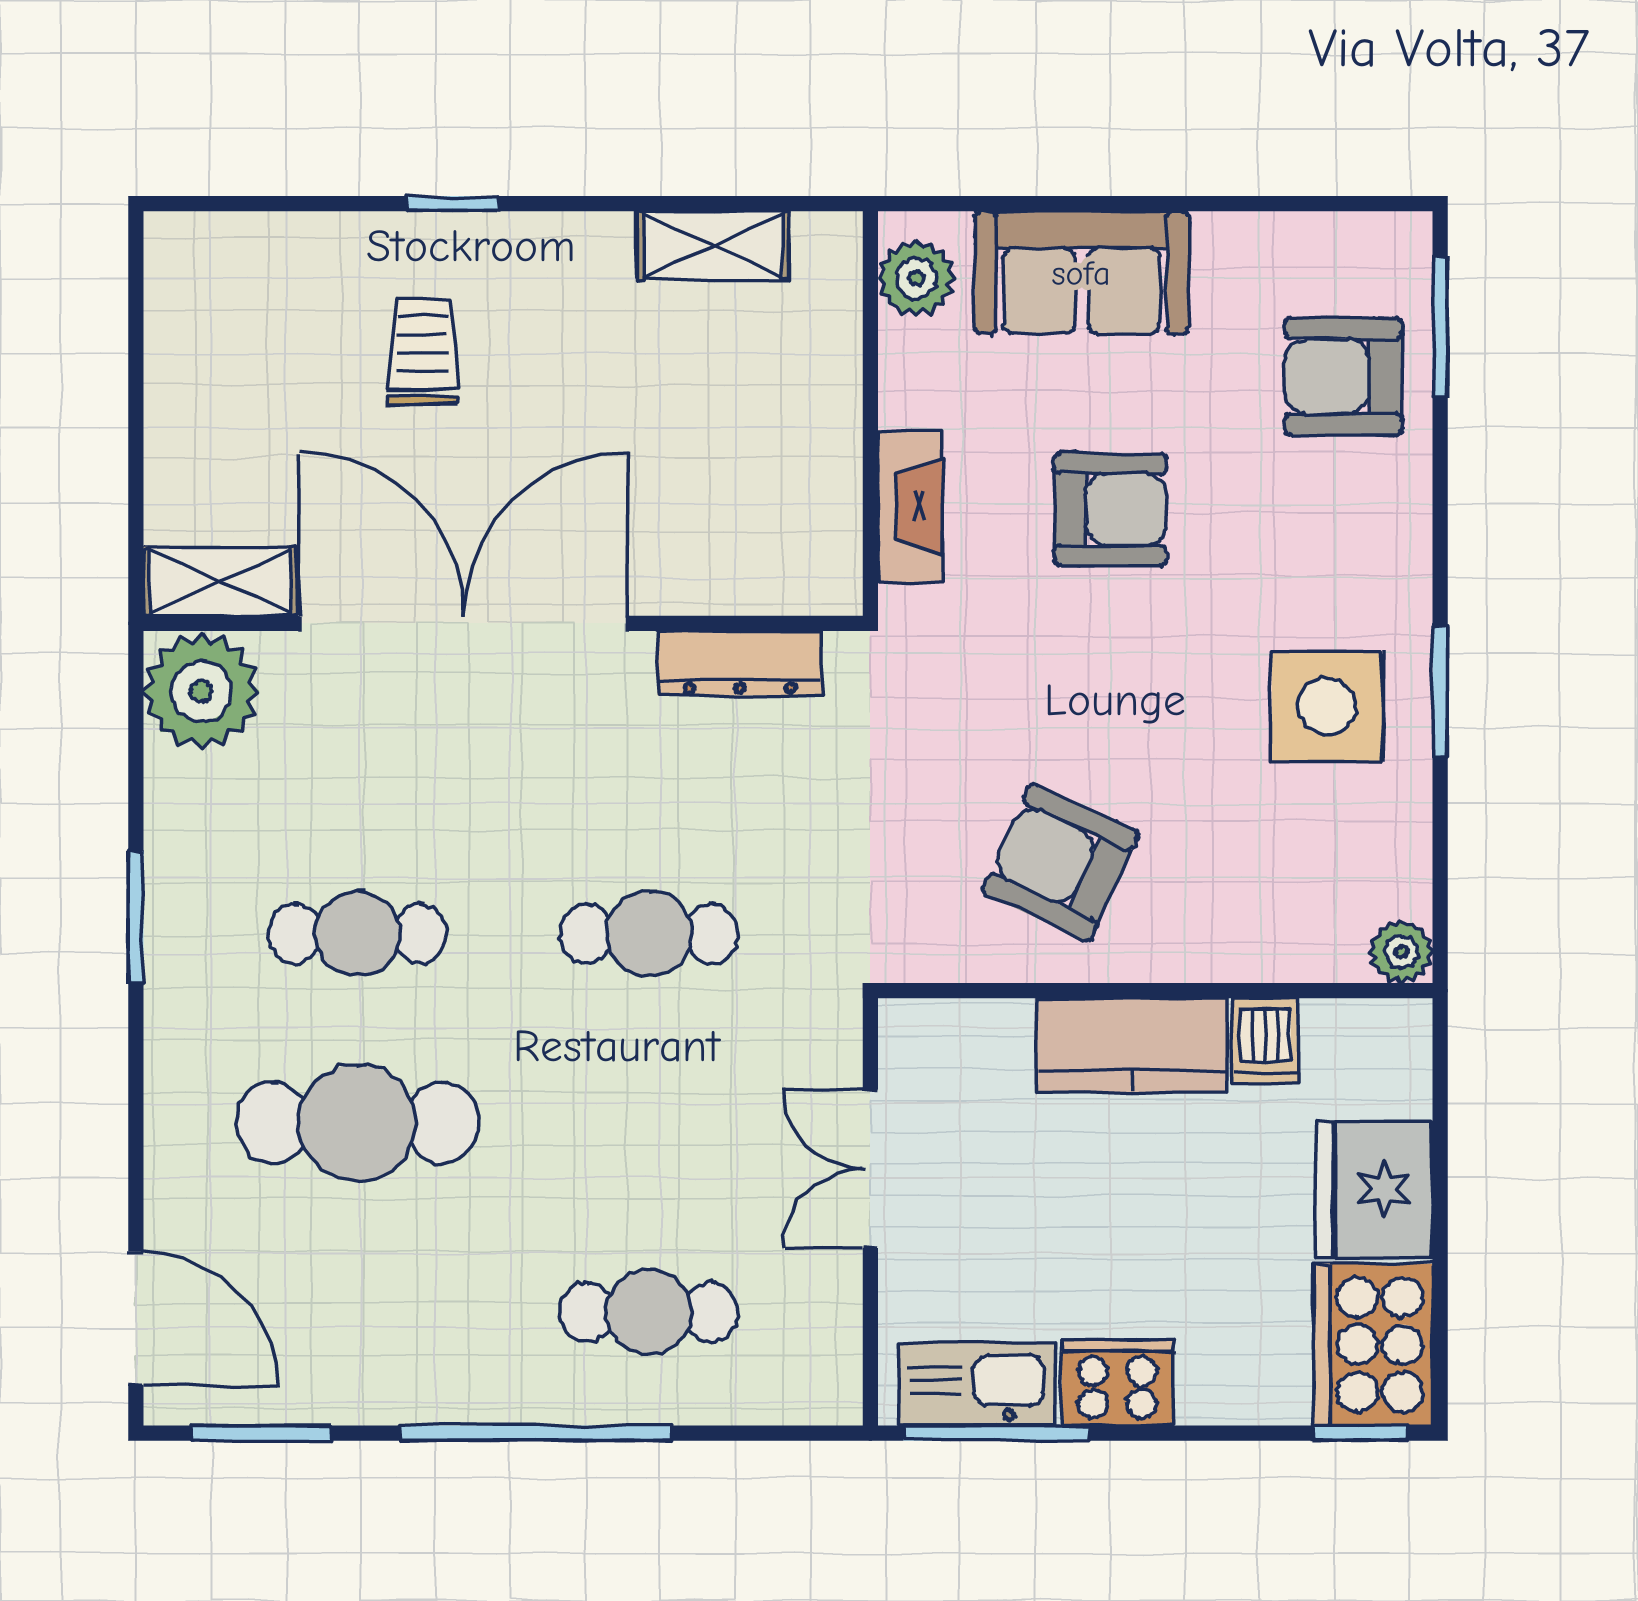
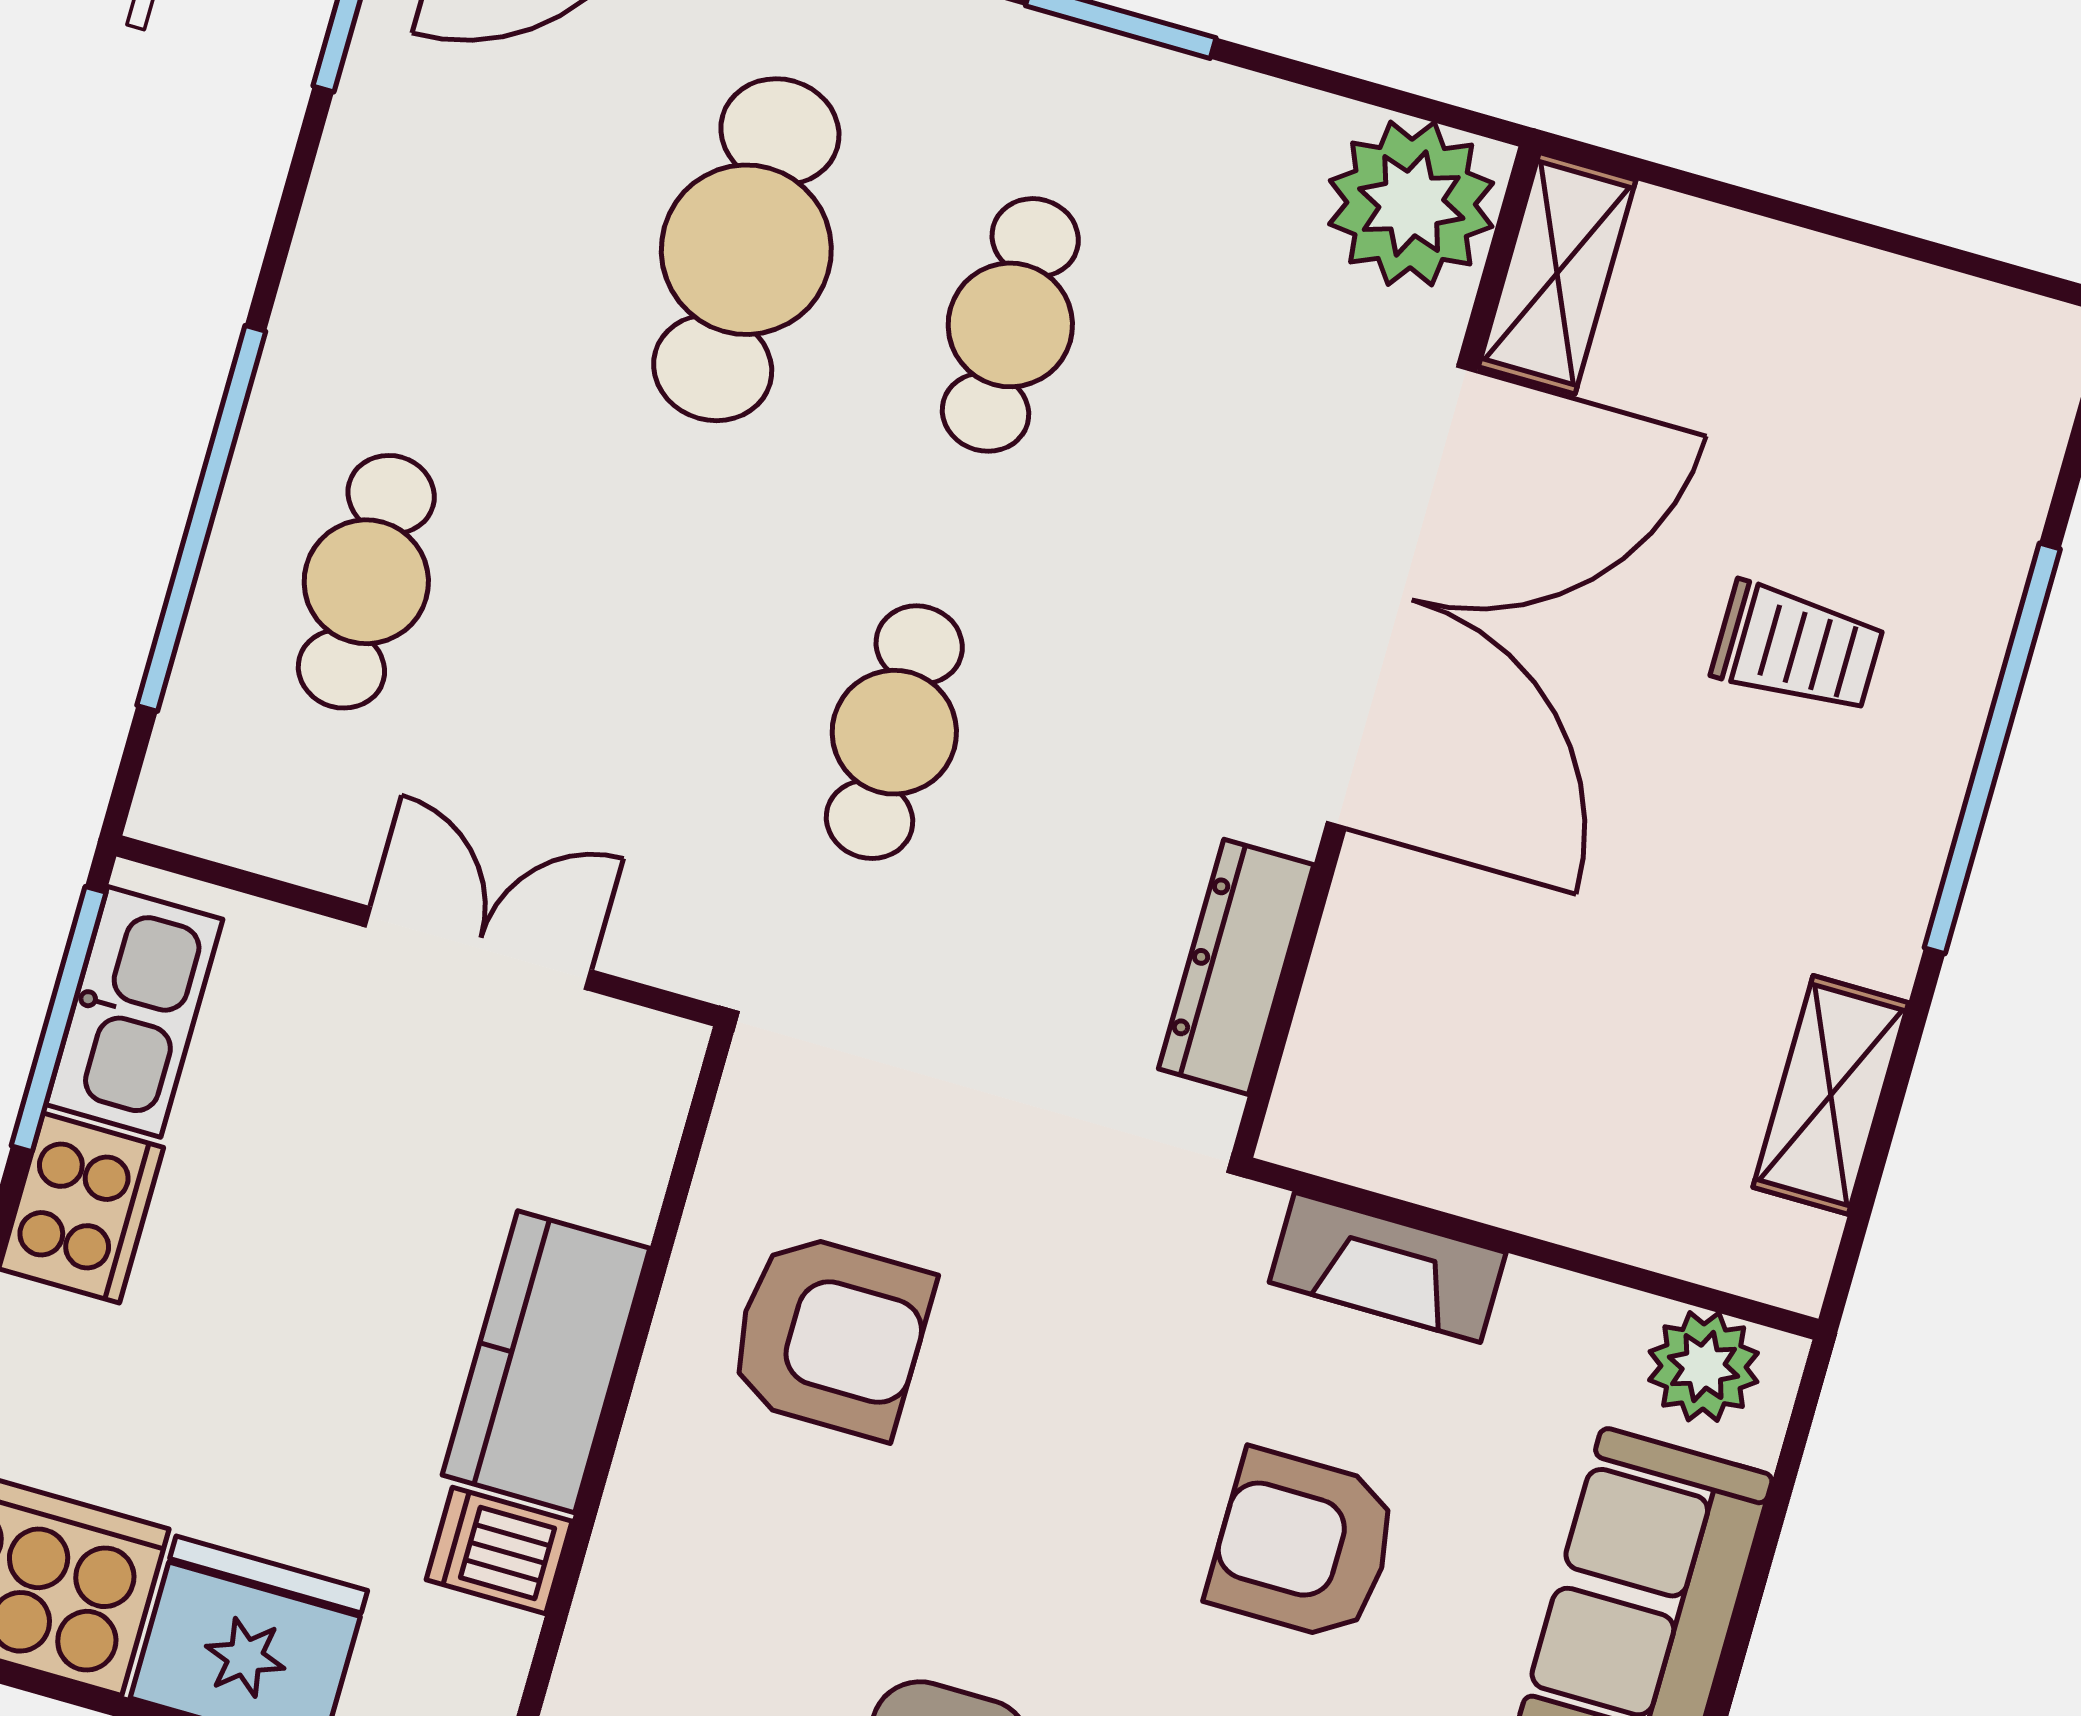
window: (453, 204) -> (1992, 748), width x3.17
armchair: (1110, 510) -> (1303, 1545), turned 90
armchair: (1060, 862) -> (830, 1335), turned 65
window: (536, 1433) -> (201, 518), moved

